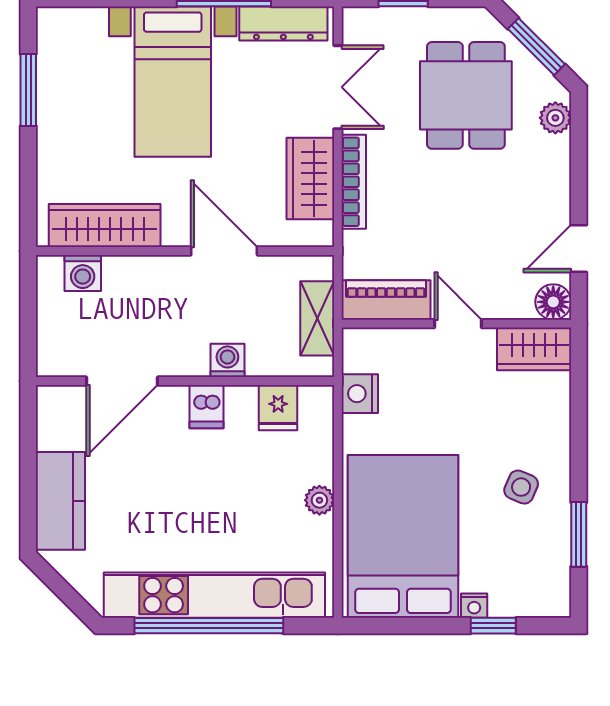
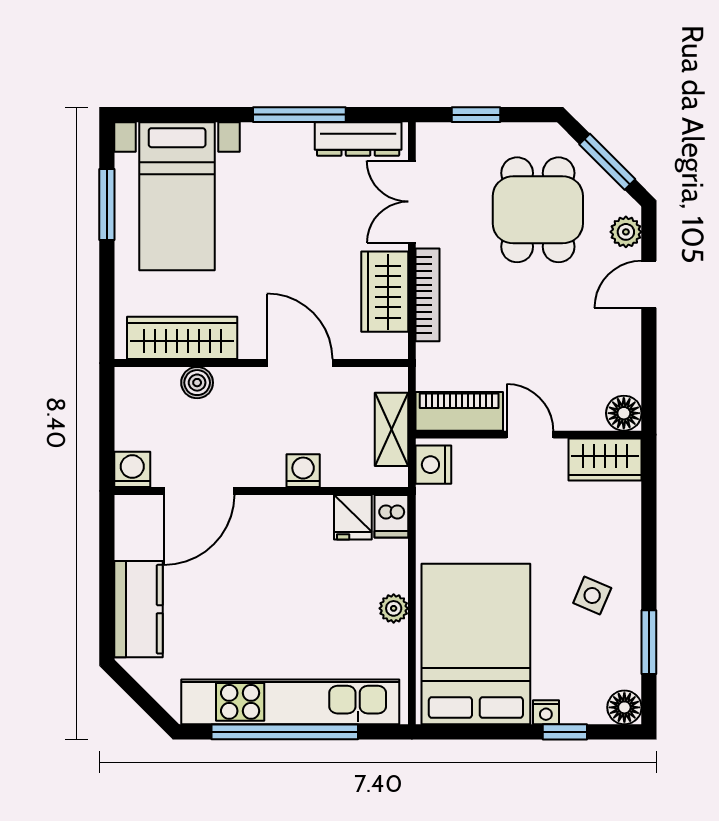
bed with nightstands: (173, 82) -> (177, 196), moved
double door: (338, 87) -> (412, 202), swing flipped
door: (579, 249) -> (649, 284), moved
boiler: (120, 271) -> (197, 383), added
washing machine: (83, 273) -> (132, 469), moved, turned 180
nightstand: (360, 394) -> (433, 465), moved
dishwasher: (207, 407) -> (391, 516), moved
floor lamp: (554, 601) -> (624, 707), added

